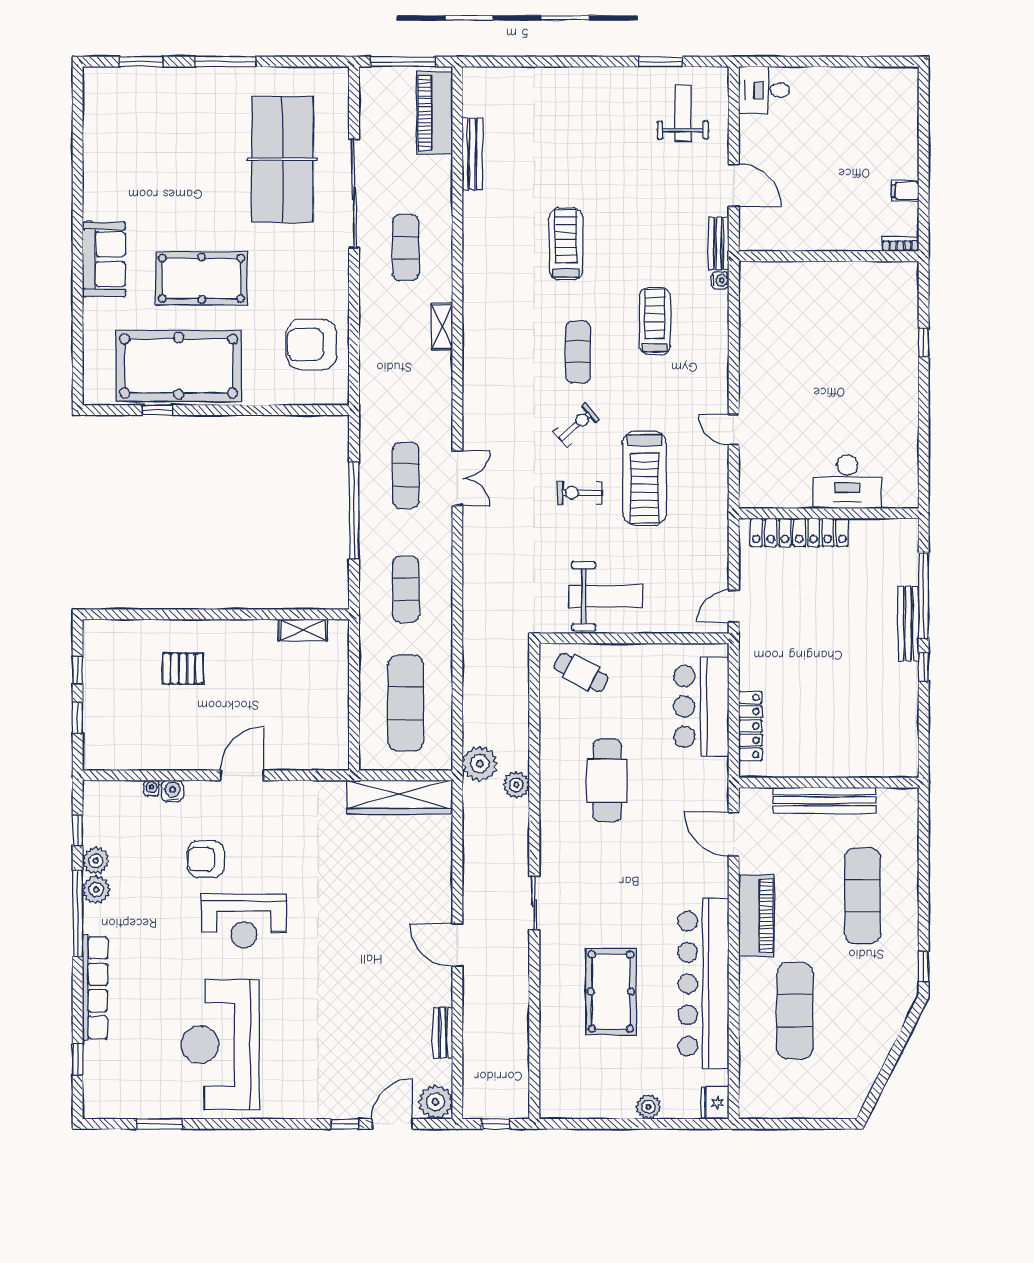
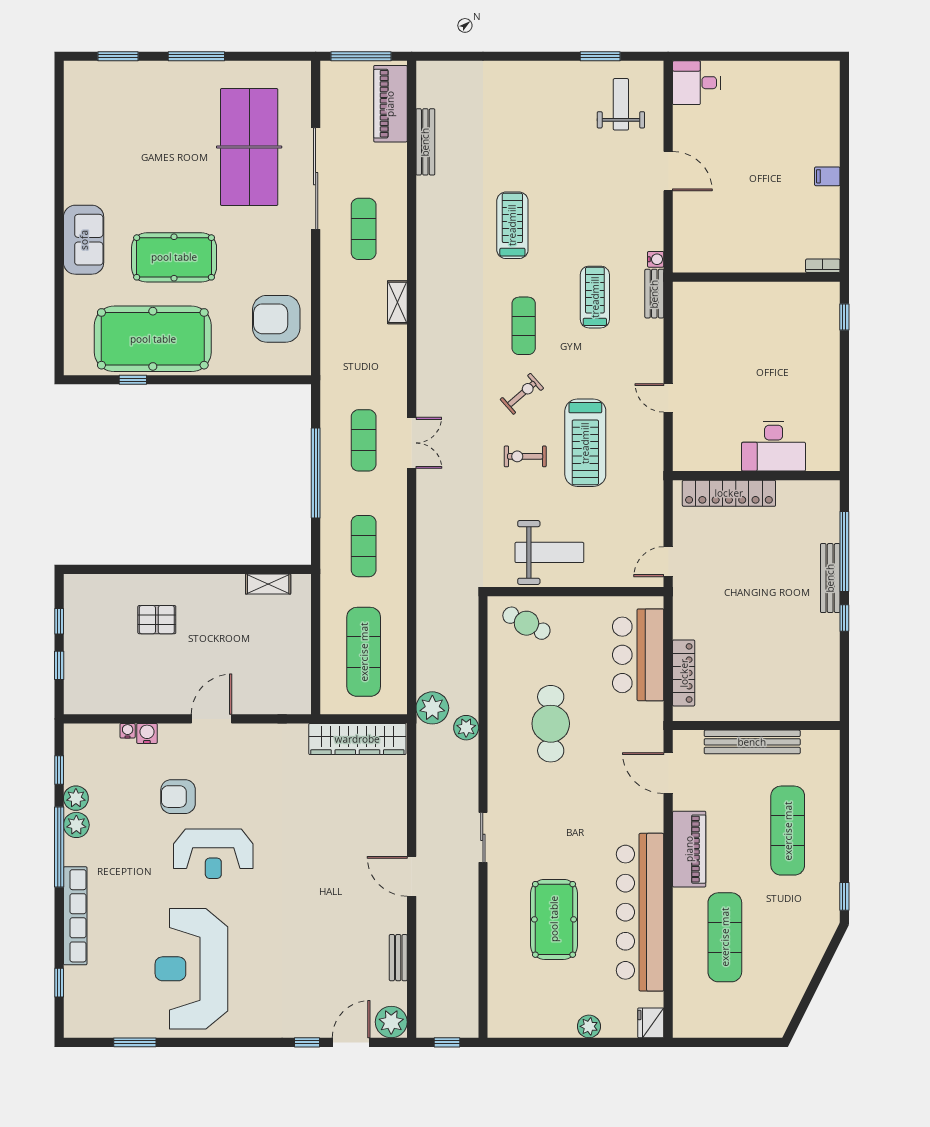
bench: (719, 243) -> (654, 294), moved
bookcase: (900, 244) -> (823, 266), moved
wall: (829, 256) -> (756, 277), moved

